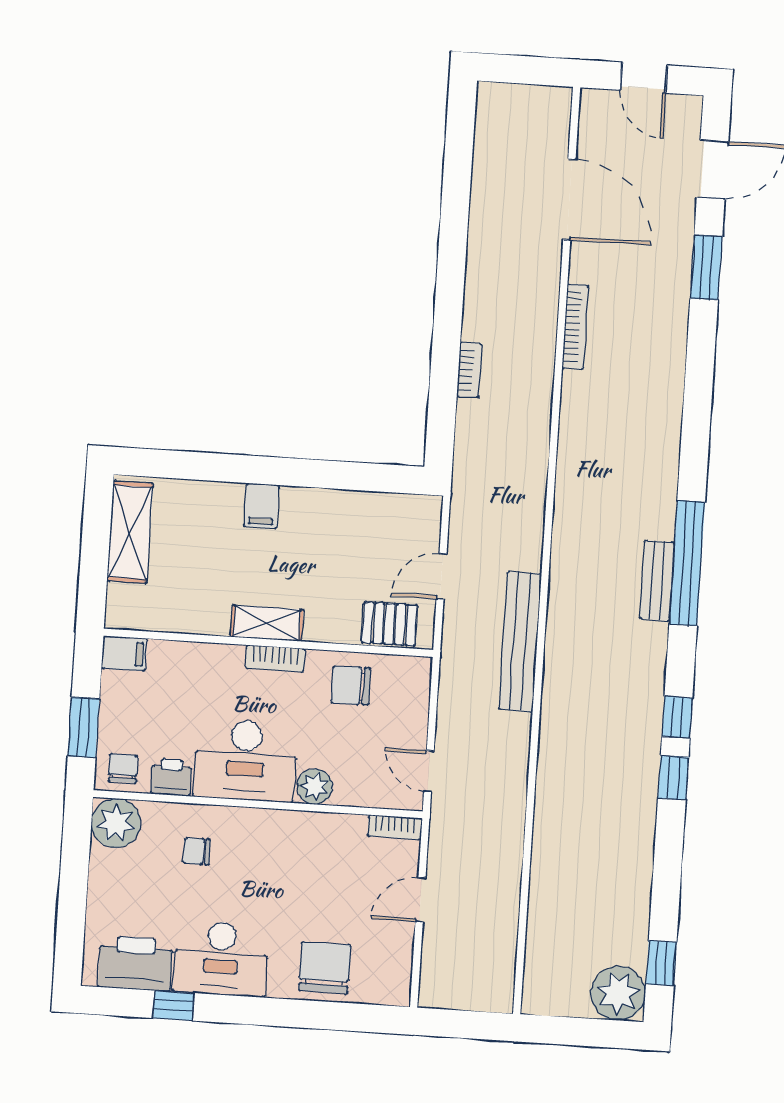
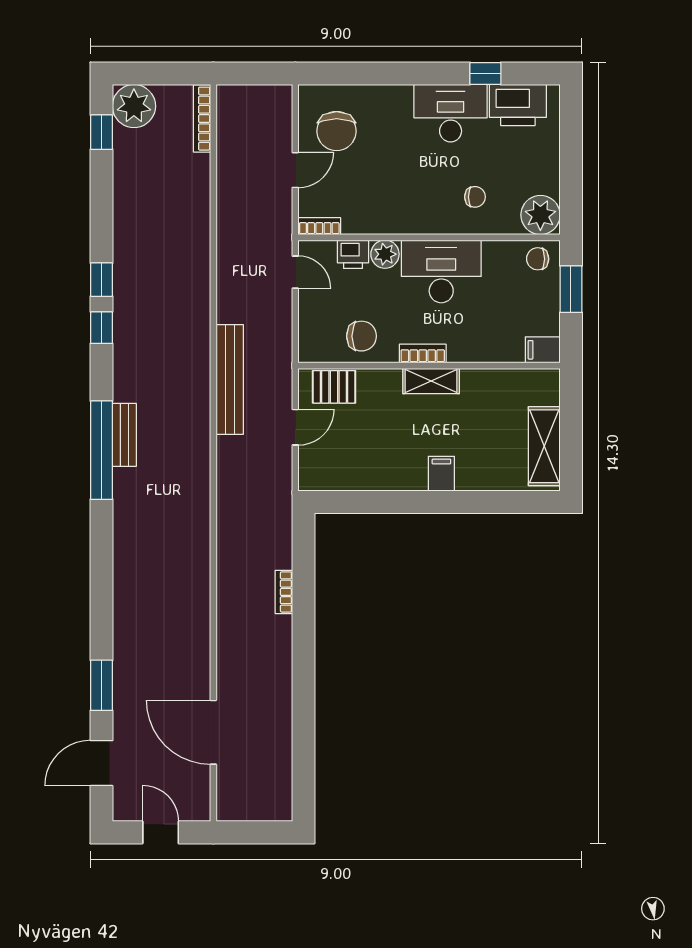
bookcase: (575, 327) -> (202, 119), moved
chair: (123, 768) -> (538, 259), turned 90
printer: (171, 777) -> (353, 254), moved
chair: (325, 968) -> (337, 131), moved

